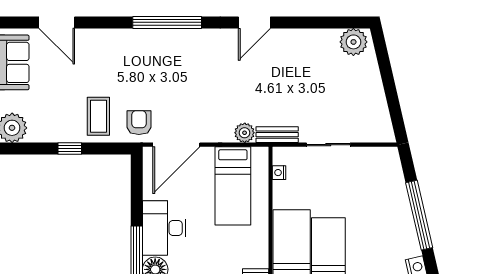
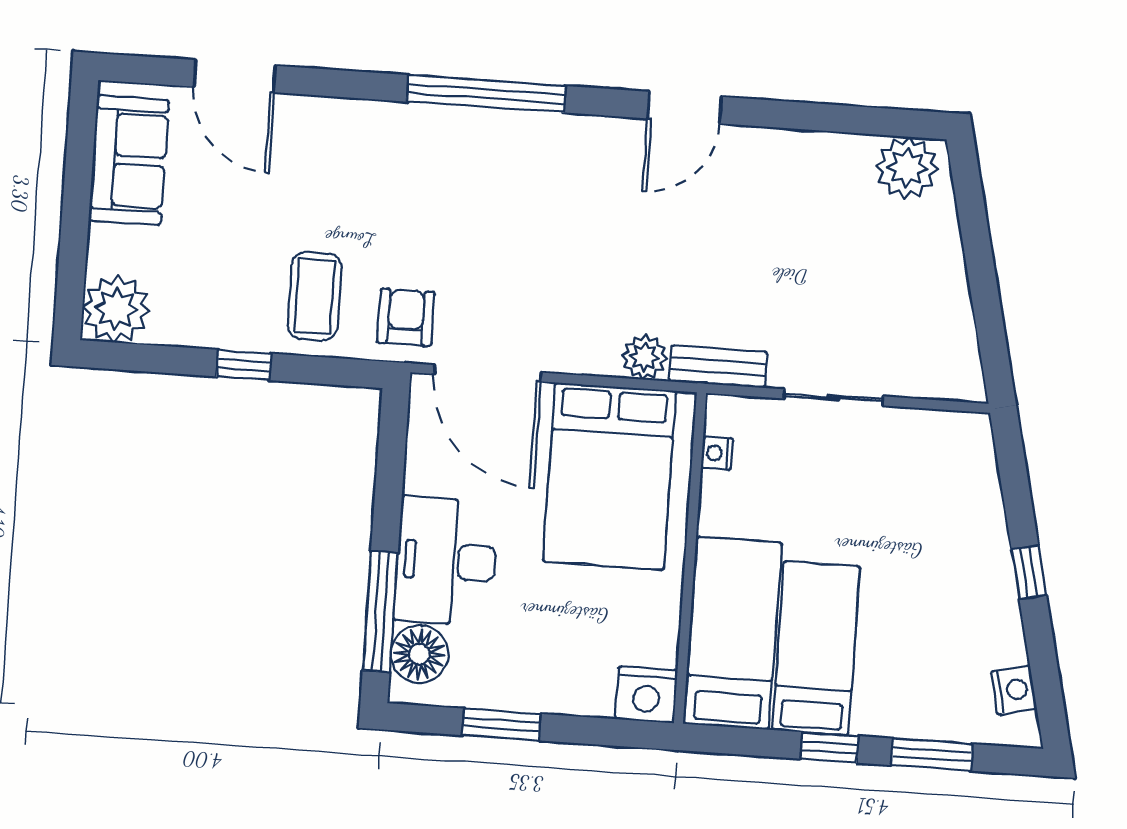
door: (176, 145) -> (488, 373), hinge flipped
bed: (233, 186) -> (609, 476), width x1.50
window: (419, 215) -> (1029, 572), width x0.32

